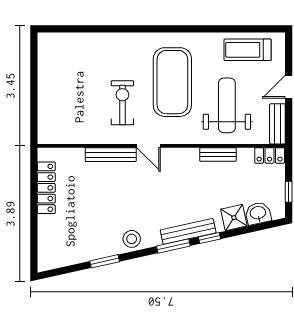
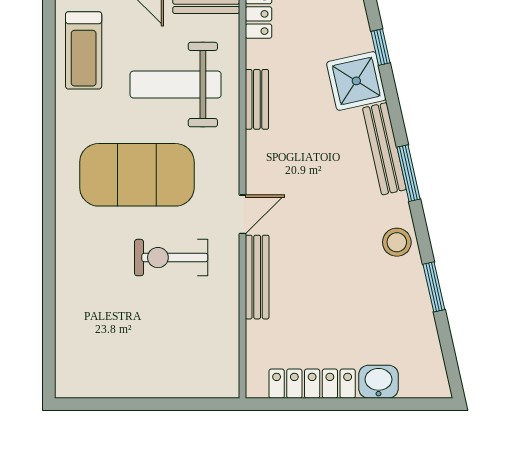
washbasin: (258, 213) -> (379, 382), moved, turned 103
shower: (234, 218) -> (356, 81), width x1.36, depth x1.36
window: (210, 238) -> (380, 47), moved

